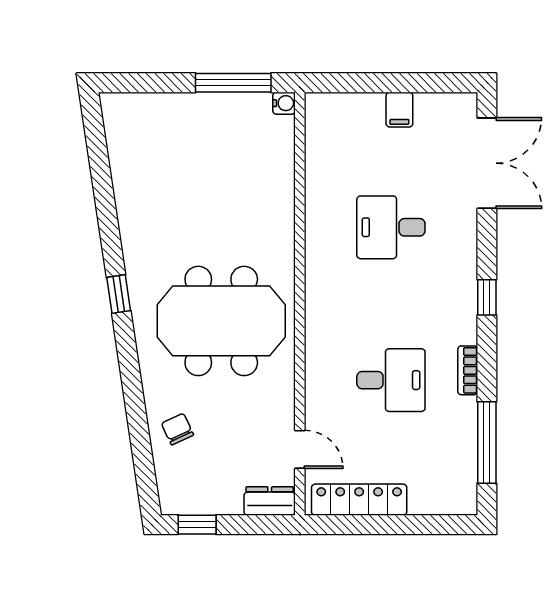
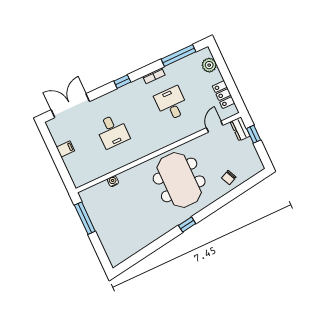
water cooler: (284, 103) -> (113, 181), moved
plant: (436, 498) -> (209, 65), added
locker: (359, 500) -> (223, 95), width x0.66
window: (197, 525) -> (254, 134), moved

